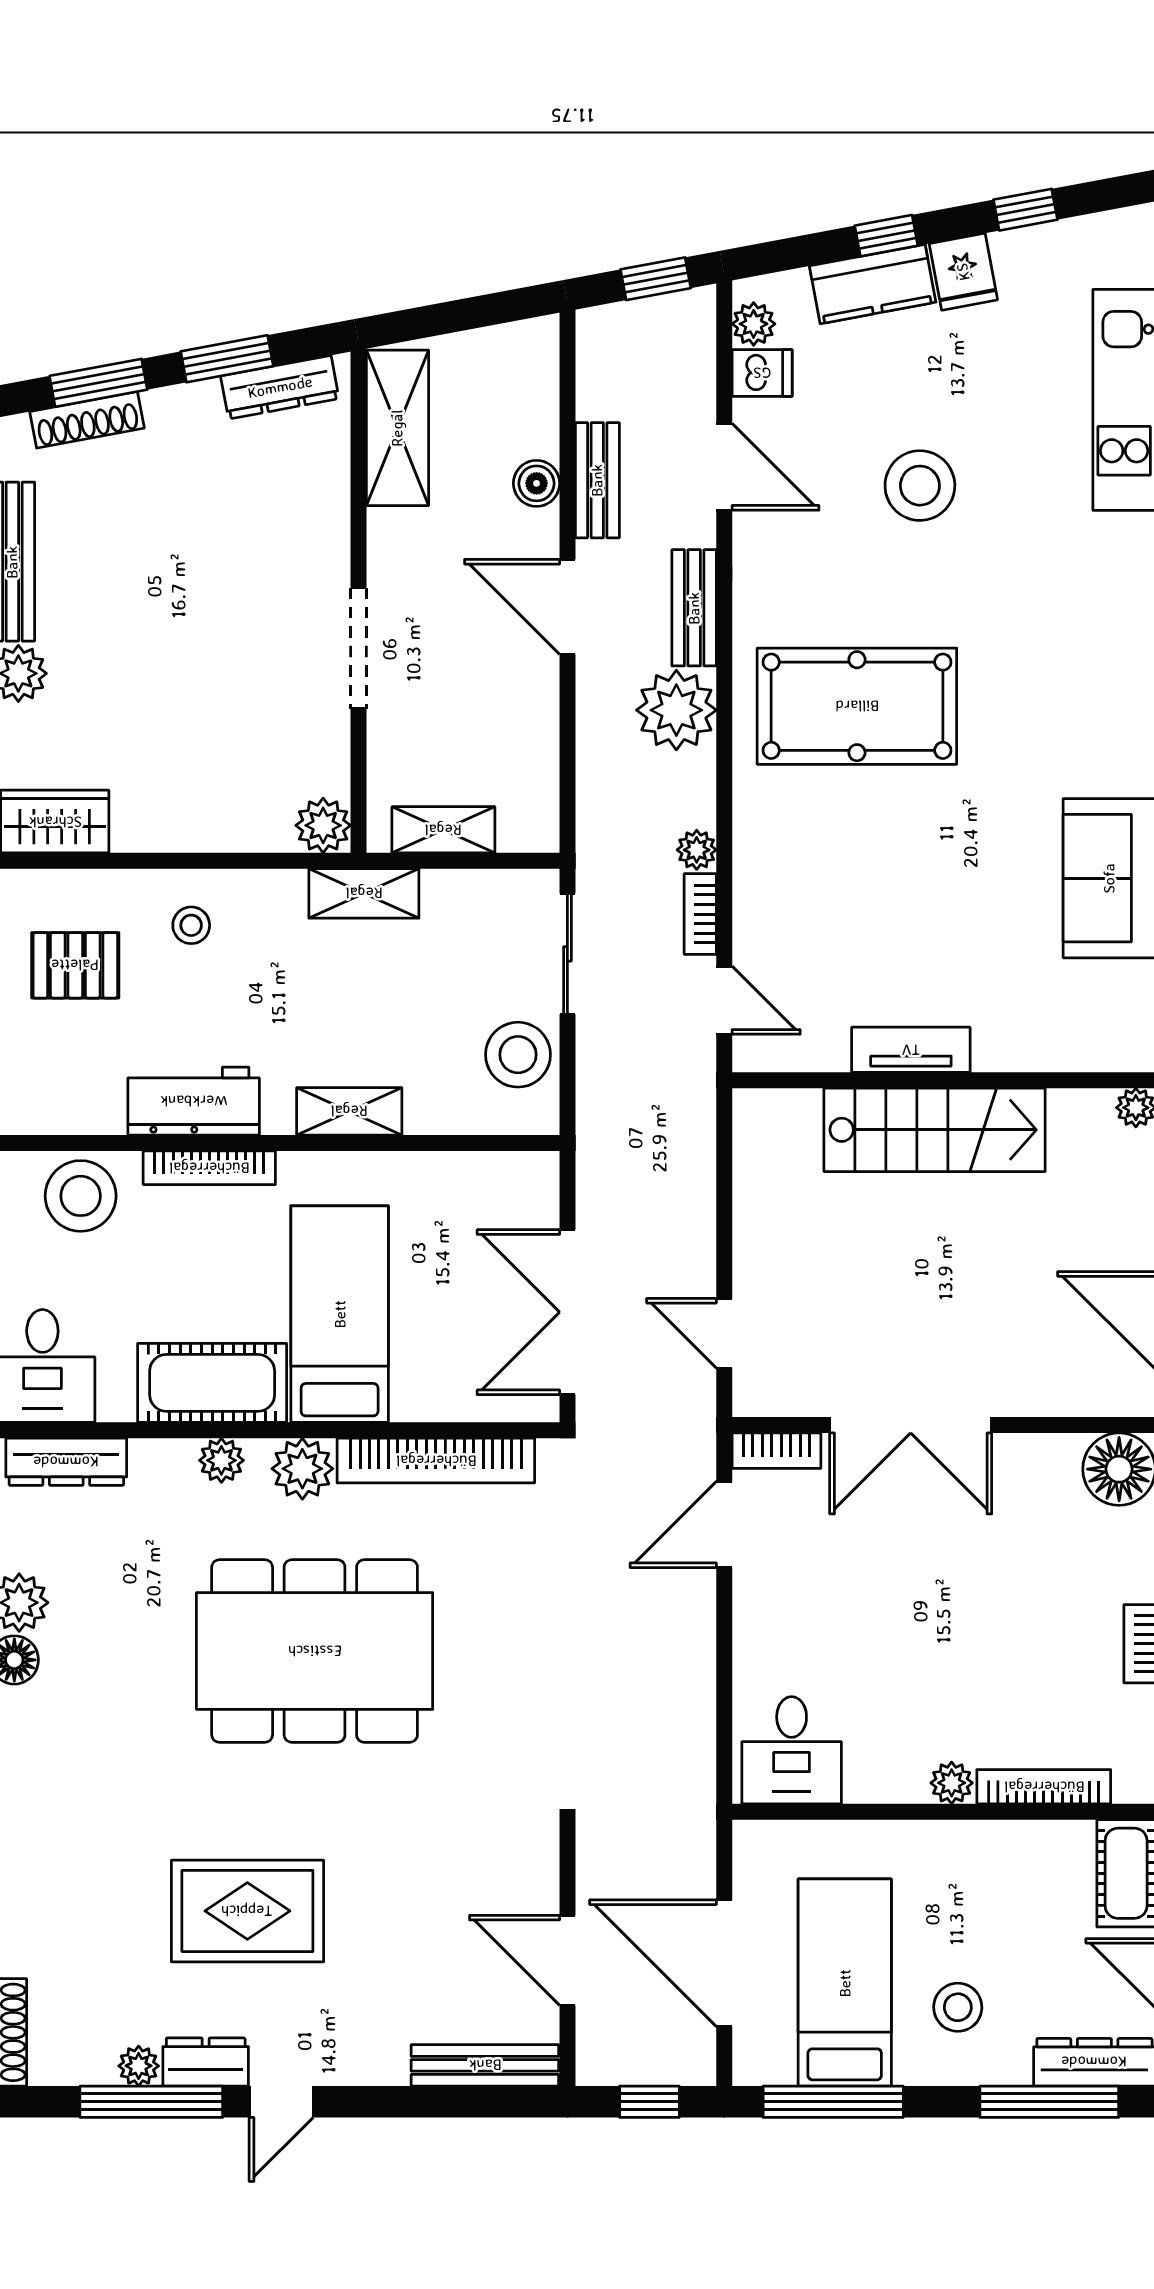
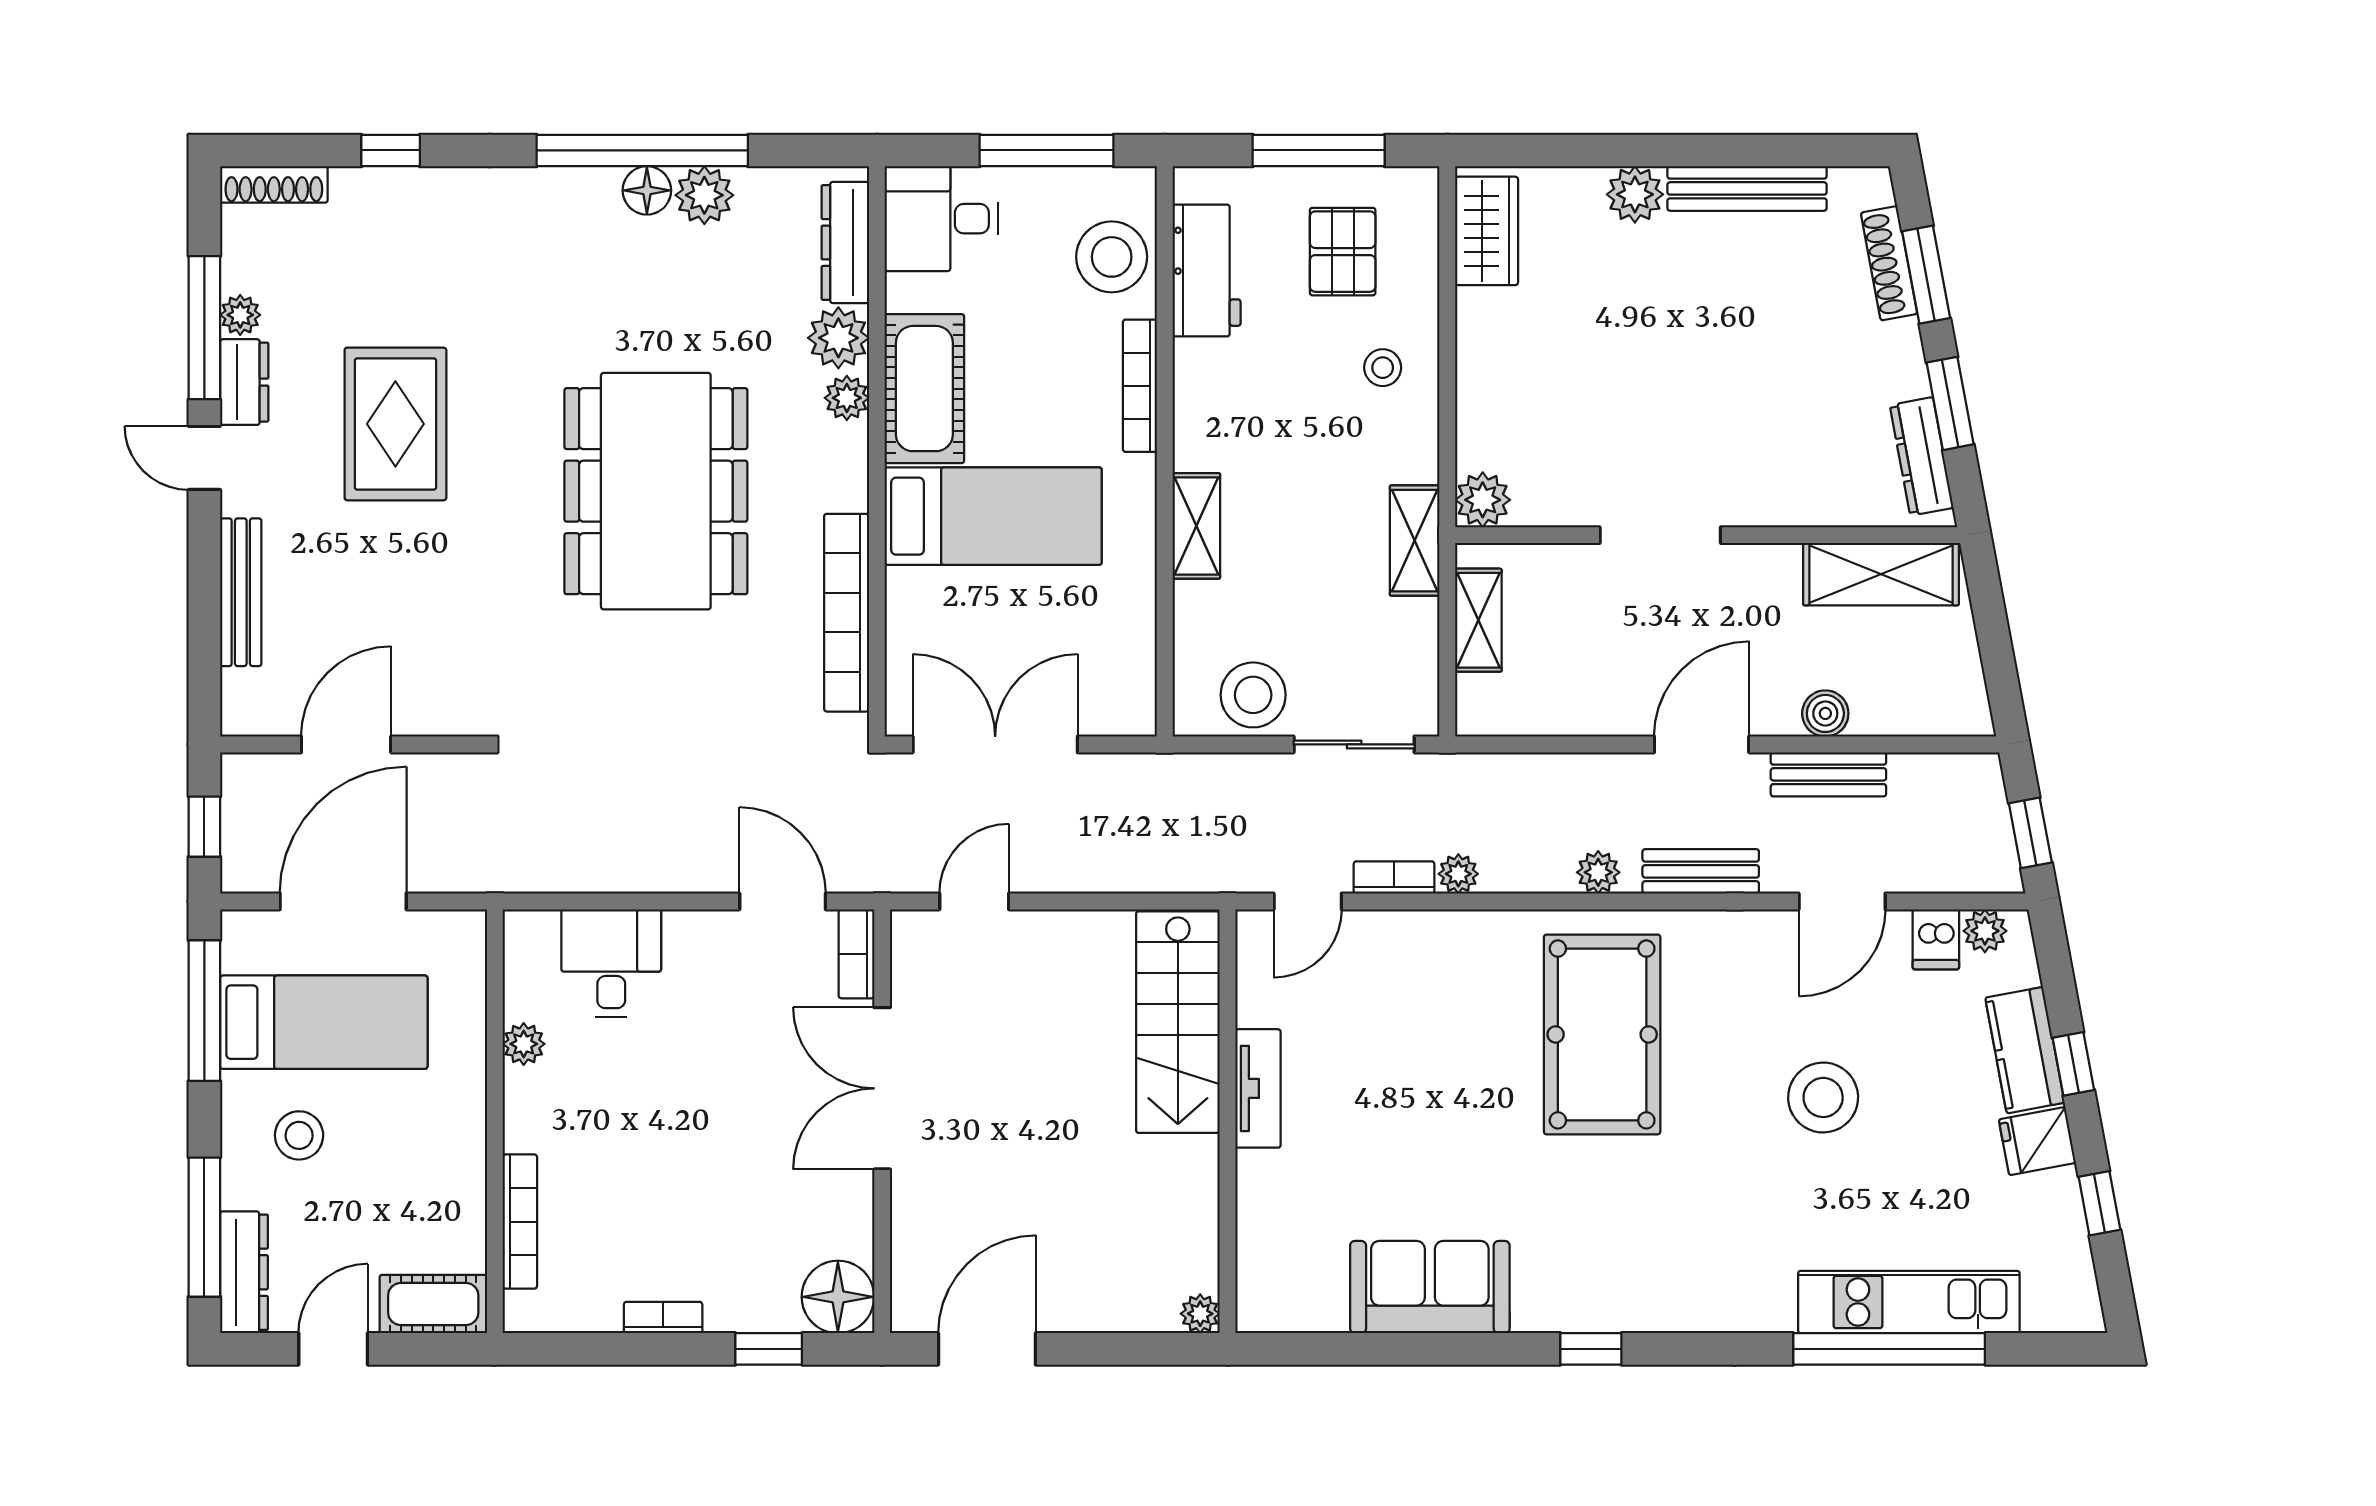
plant: (676, 710) -> (1598, 872), width x0.53, depth x0.53
workbench: (194, 1101) -> (1207, 270), moved
stairs: (935, 1130) -> (1178, 1022), moved
plant: (302, 1469) -> (838, 338), moved
desk: (792, 1750) -> (611, 963), moved, turned 90
plant: (952, 1783) -> (524, 1044), moved
bench: (485, 2065) -> (241, 592), moved

